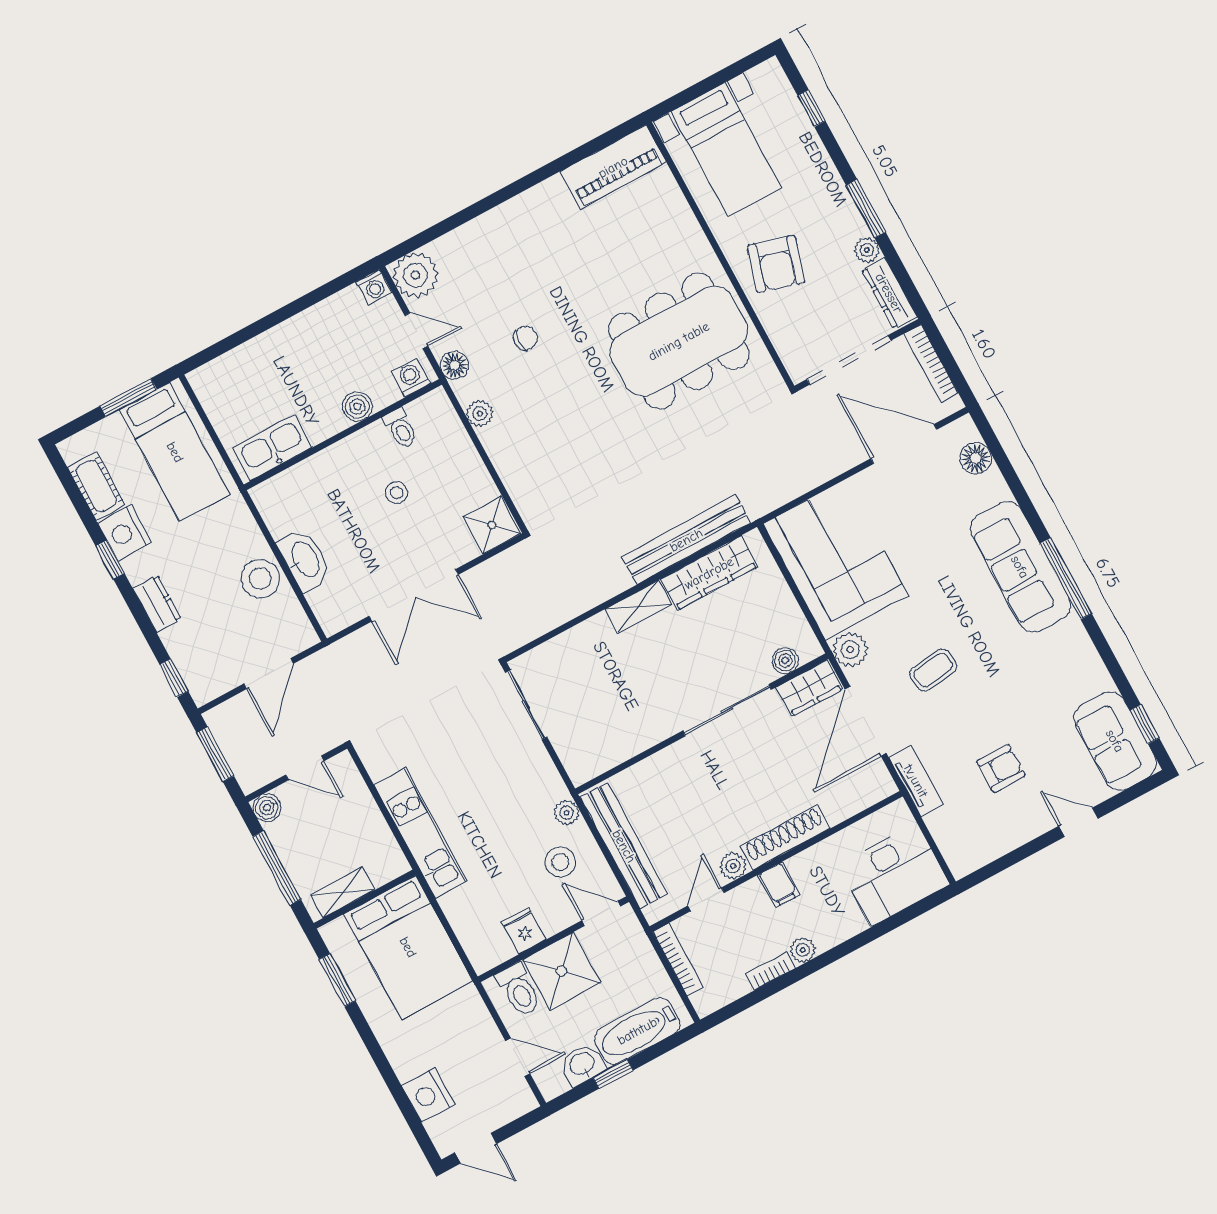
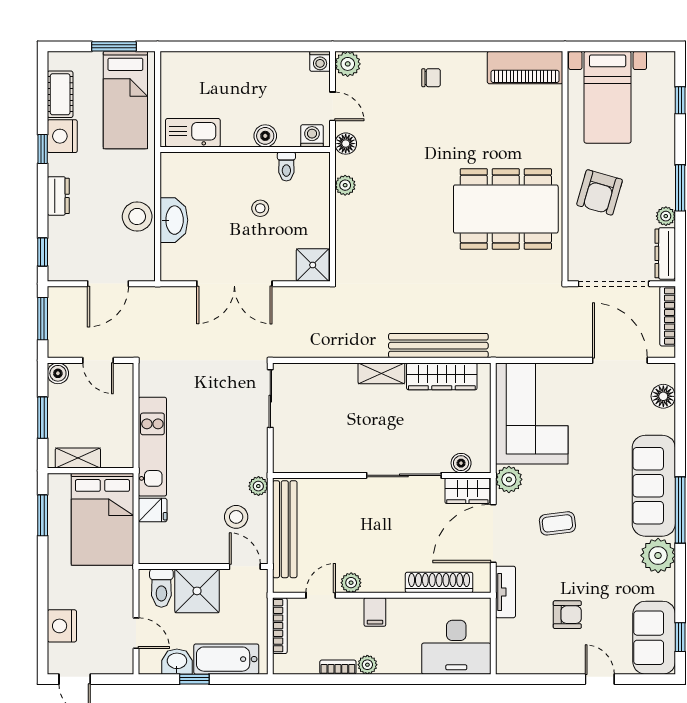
plant: (416, 275) -> (348, 64), width x0.73, depth x0.73
chair: (525, 338) -> (431, 78), moved
plant: (1069, 644) -> (658, 555), added
shoe rack: (785, 837) -> (439, 582), moved
window: (277, 868) -> (43, 418), width x0.69
fridge: (524, 931) -> (153, 510), moved, turned 90

